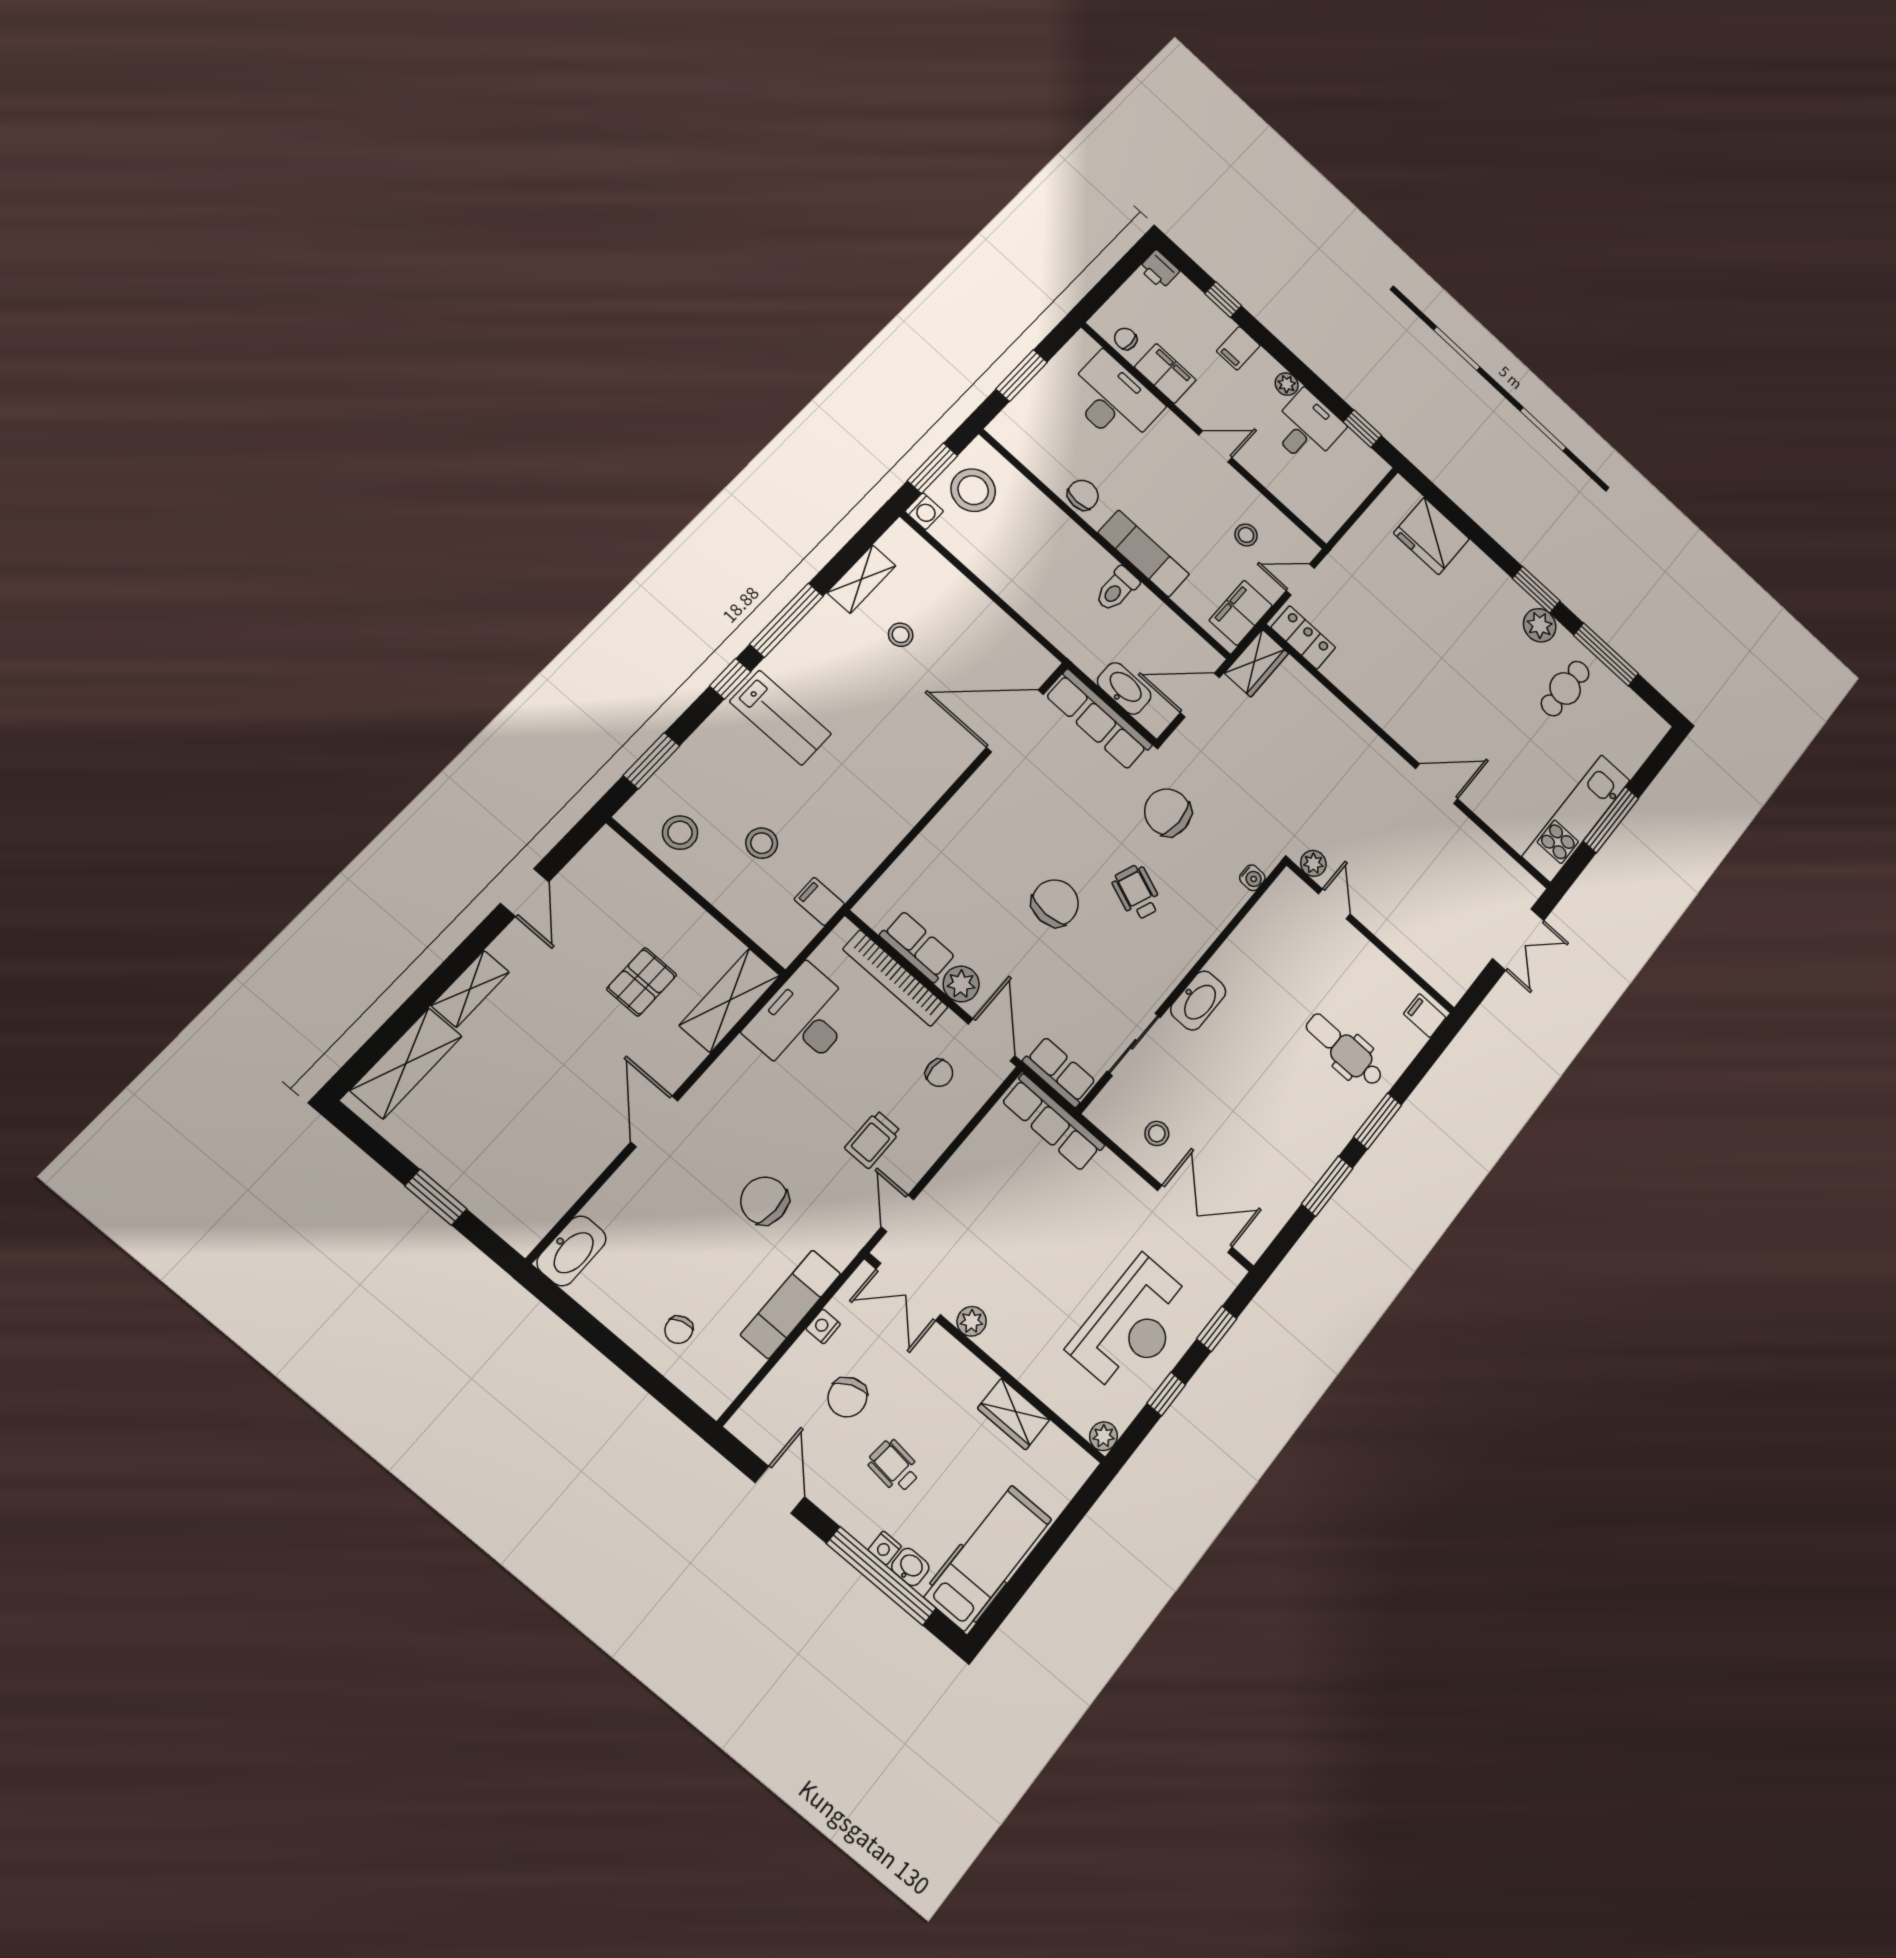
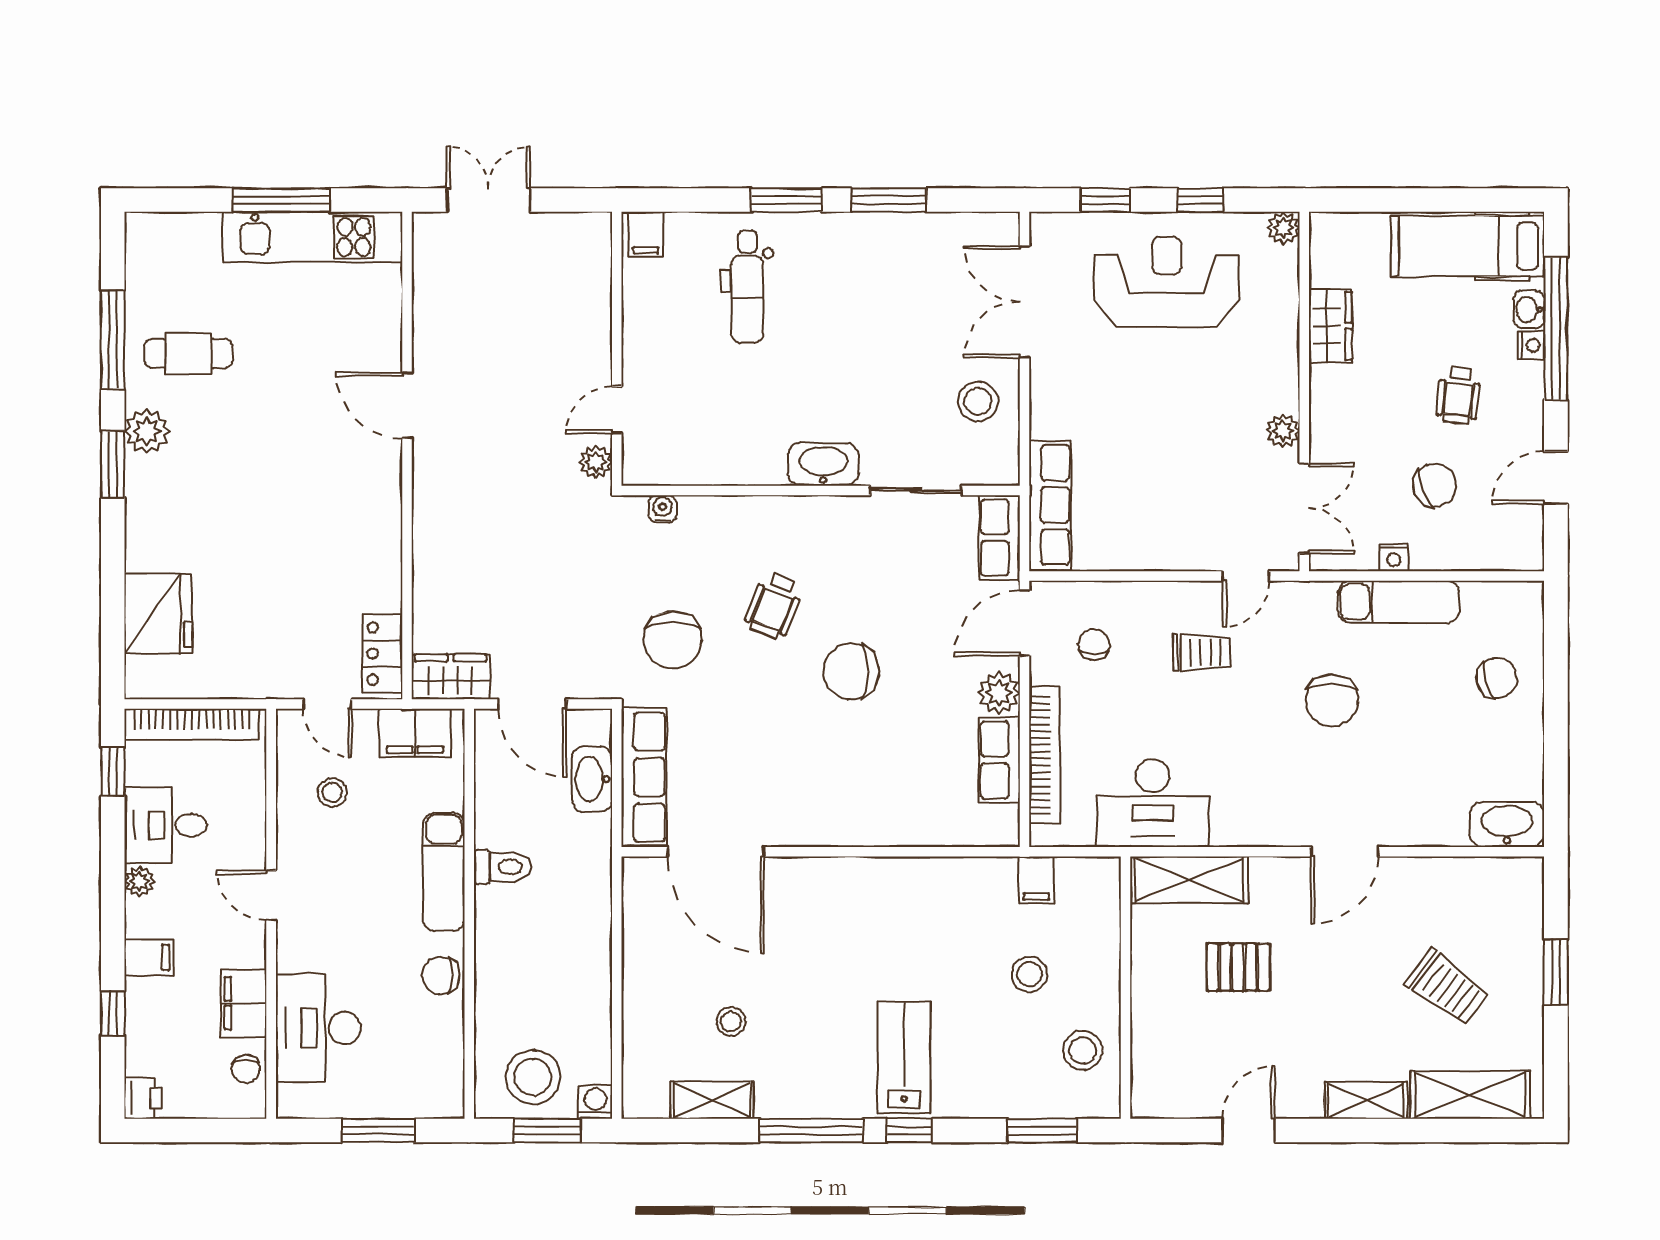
bookcase: (1353, 495) -> (192, 724), added
trolley: (496, 1112) -> (1447, 988), added
stool: (1157, 1133) -> (978, 401), width x1.37, depth x1.37
chair: (679, 1330) -> (1497, 678), width x1.37, depth x1.37

